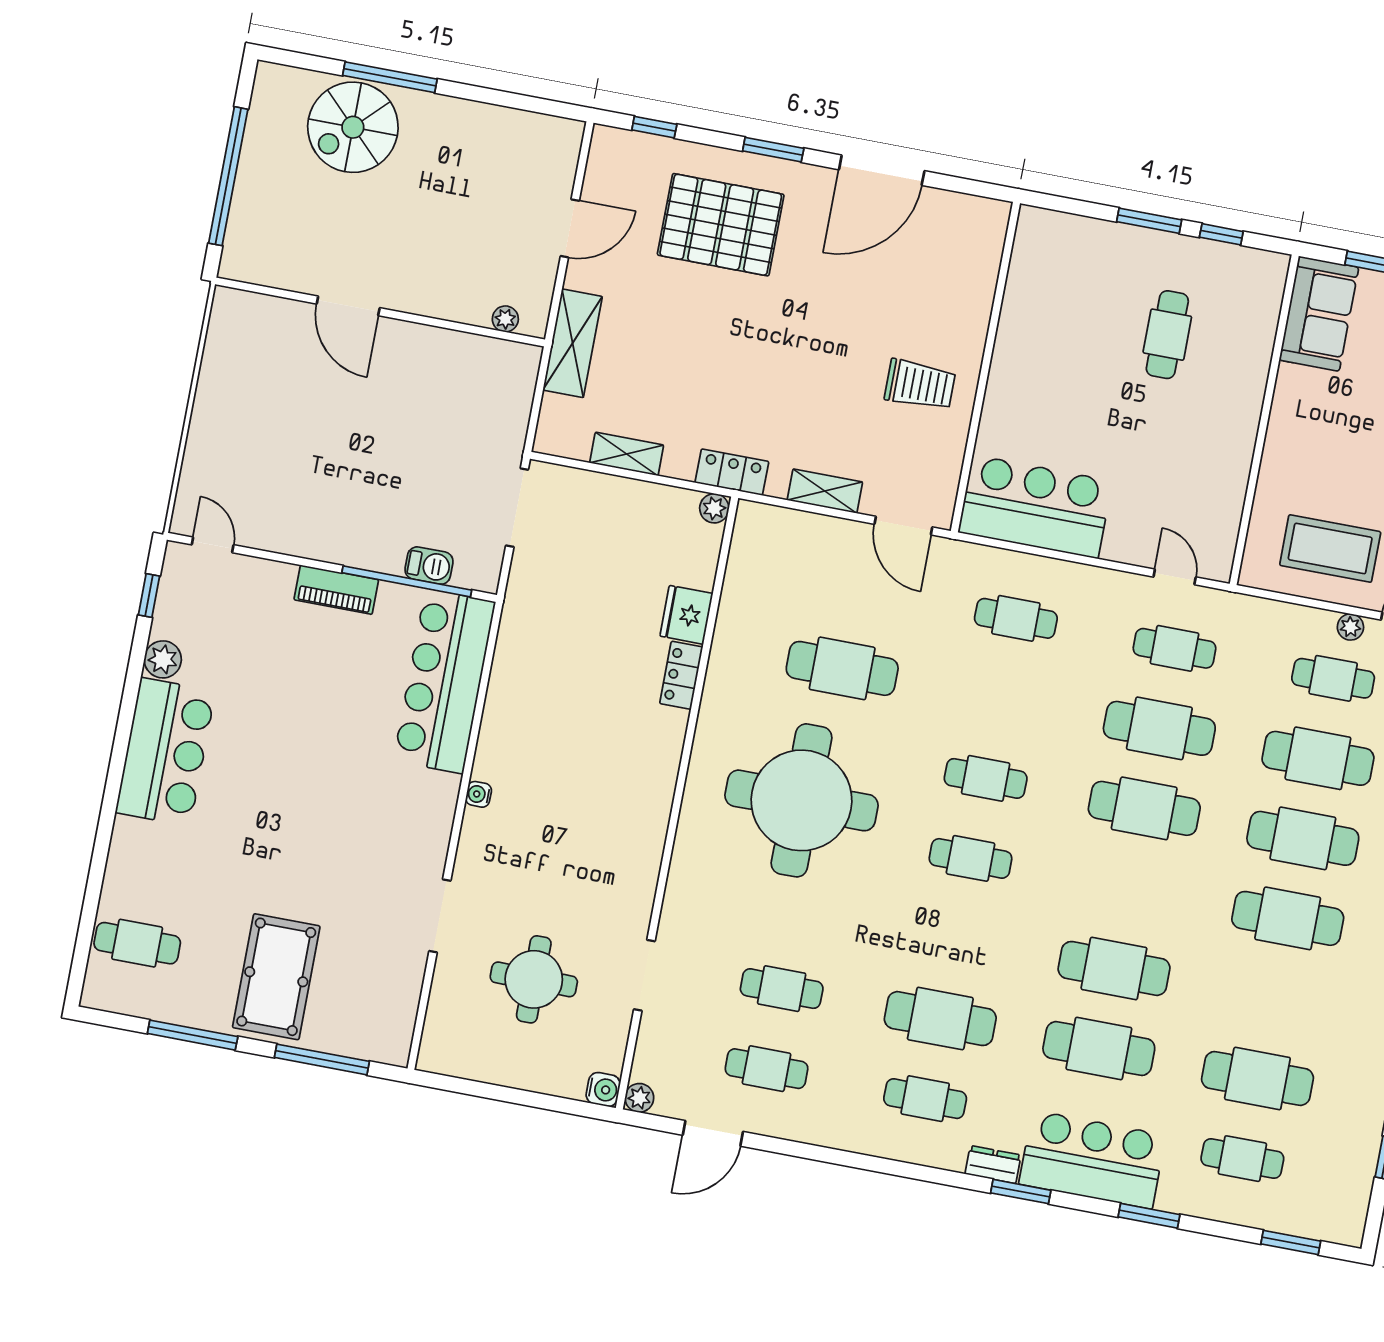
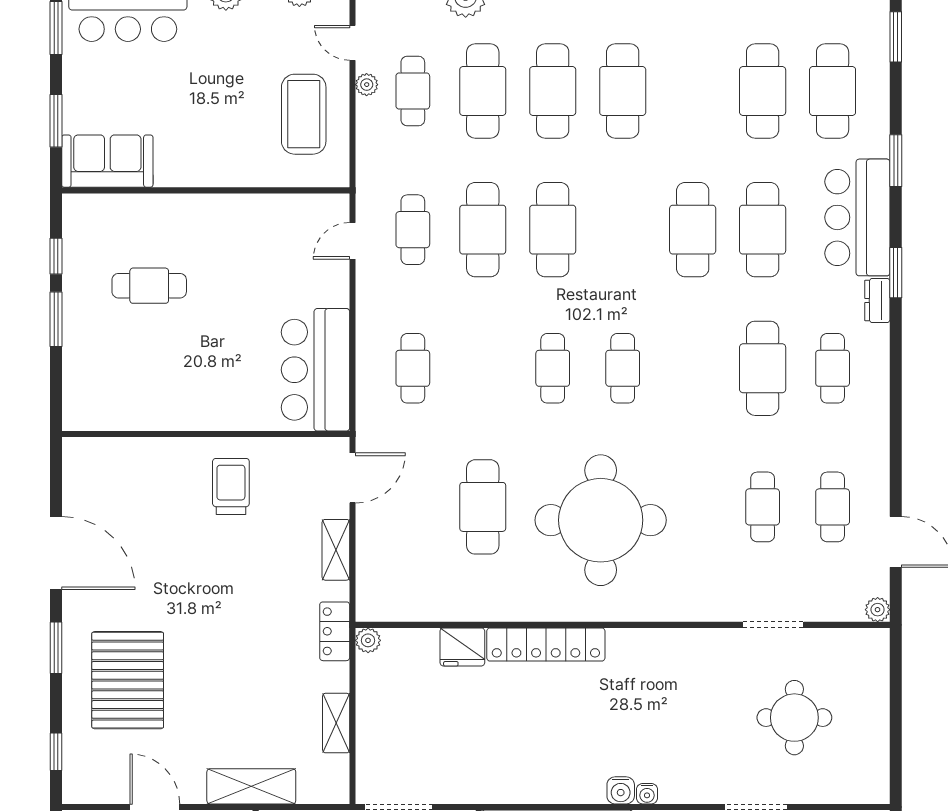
locker: (681, 675) -> (546, 645), width x2.16, depth x1.21
water cooler: (603, 1089) -> (621, 790), moved, turned 180
cafe table: (1242, 1159) -> (833, 91), width x1.37, depth x1.35

